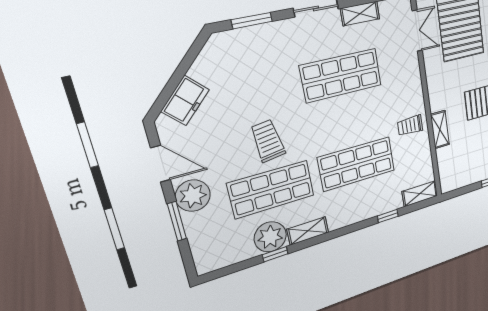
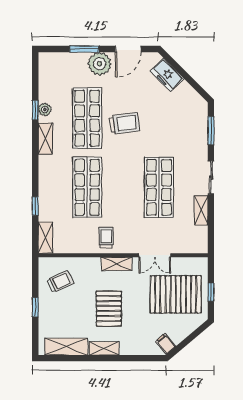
double door: (417, 31) -> (155, 255), moved
shelving: (440, 129) -> (117, 264), moved
trolley: (463, 163) -> (60, 282), added
plant: (270, 237) -> (45, 110), width x0.53, depth x0.53

